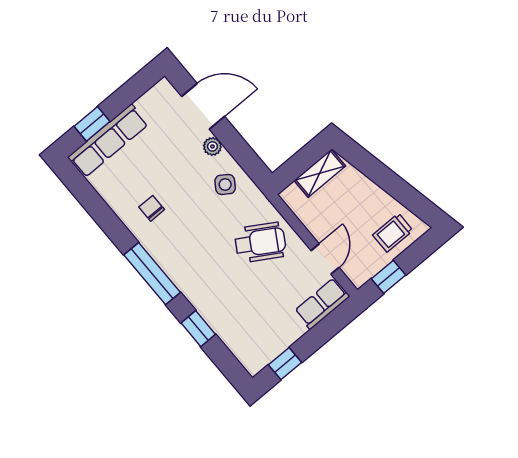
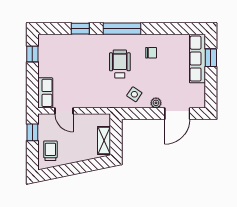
wheelchair: (260, 242) -> (120, 64), moved, turned 149

